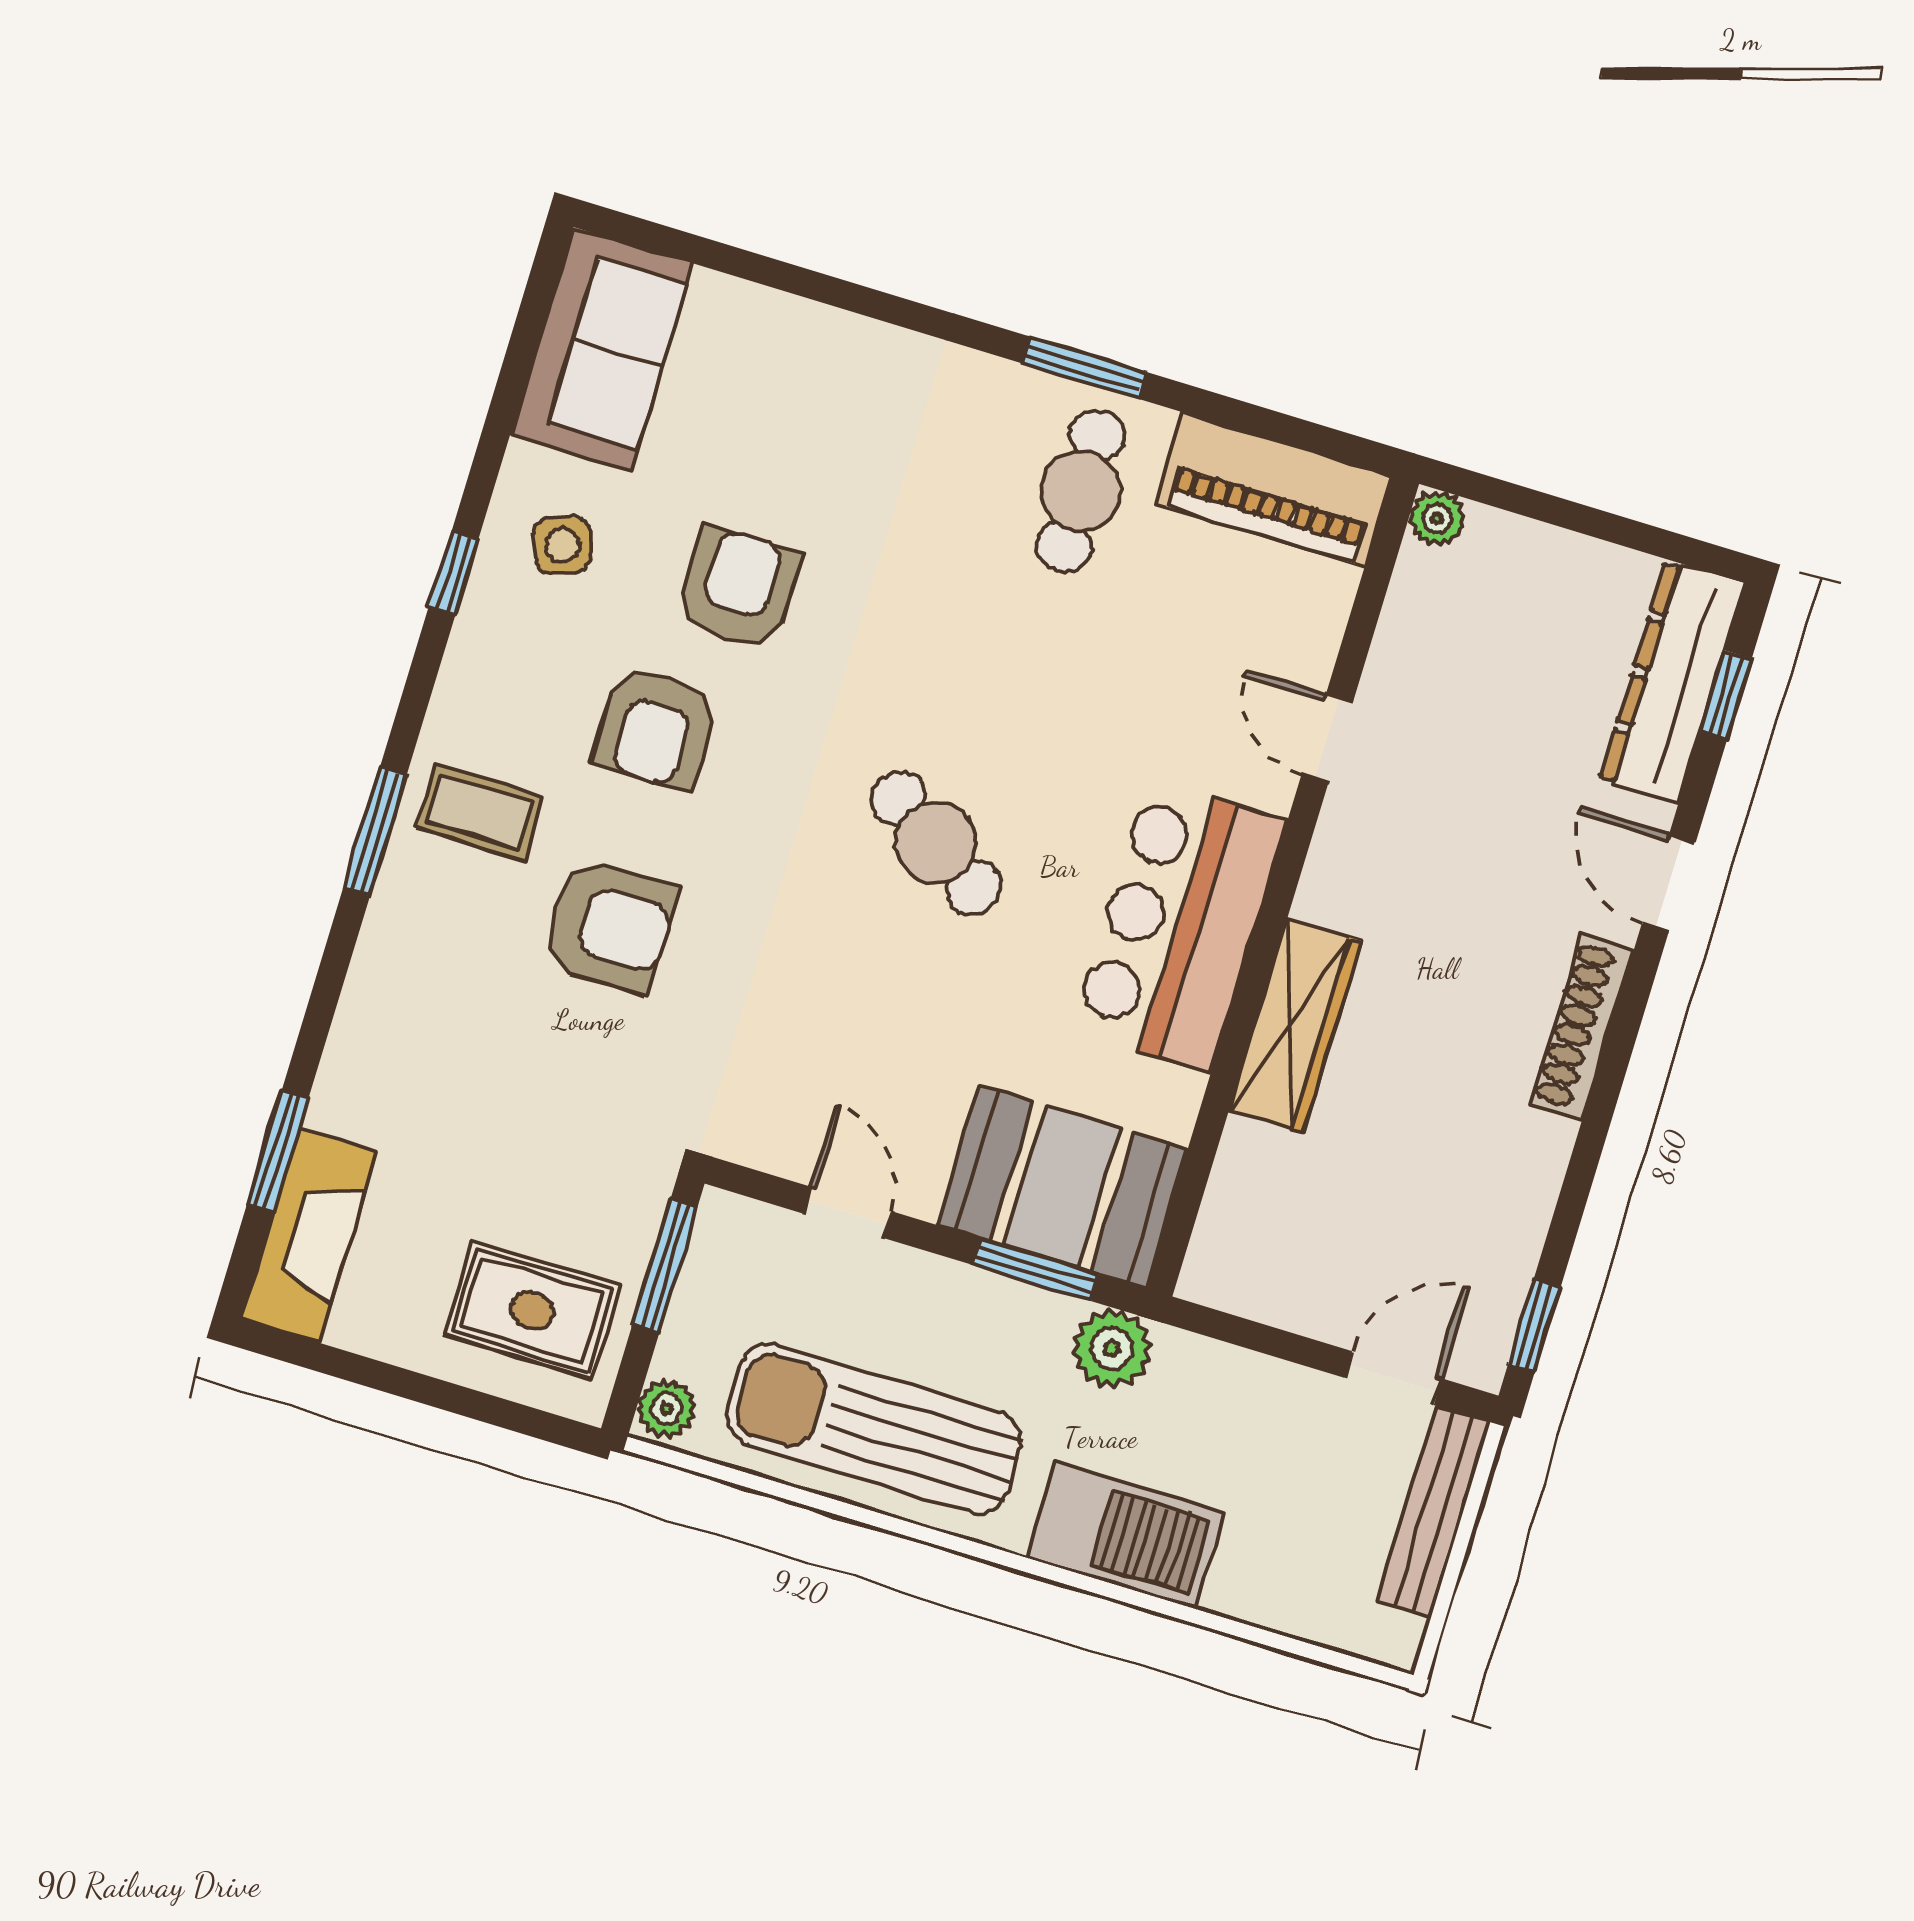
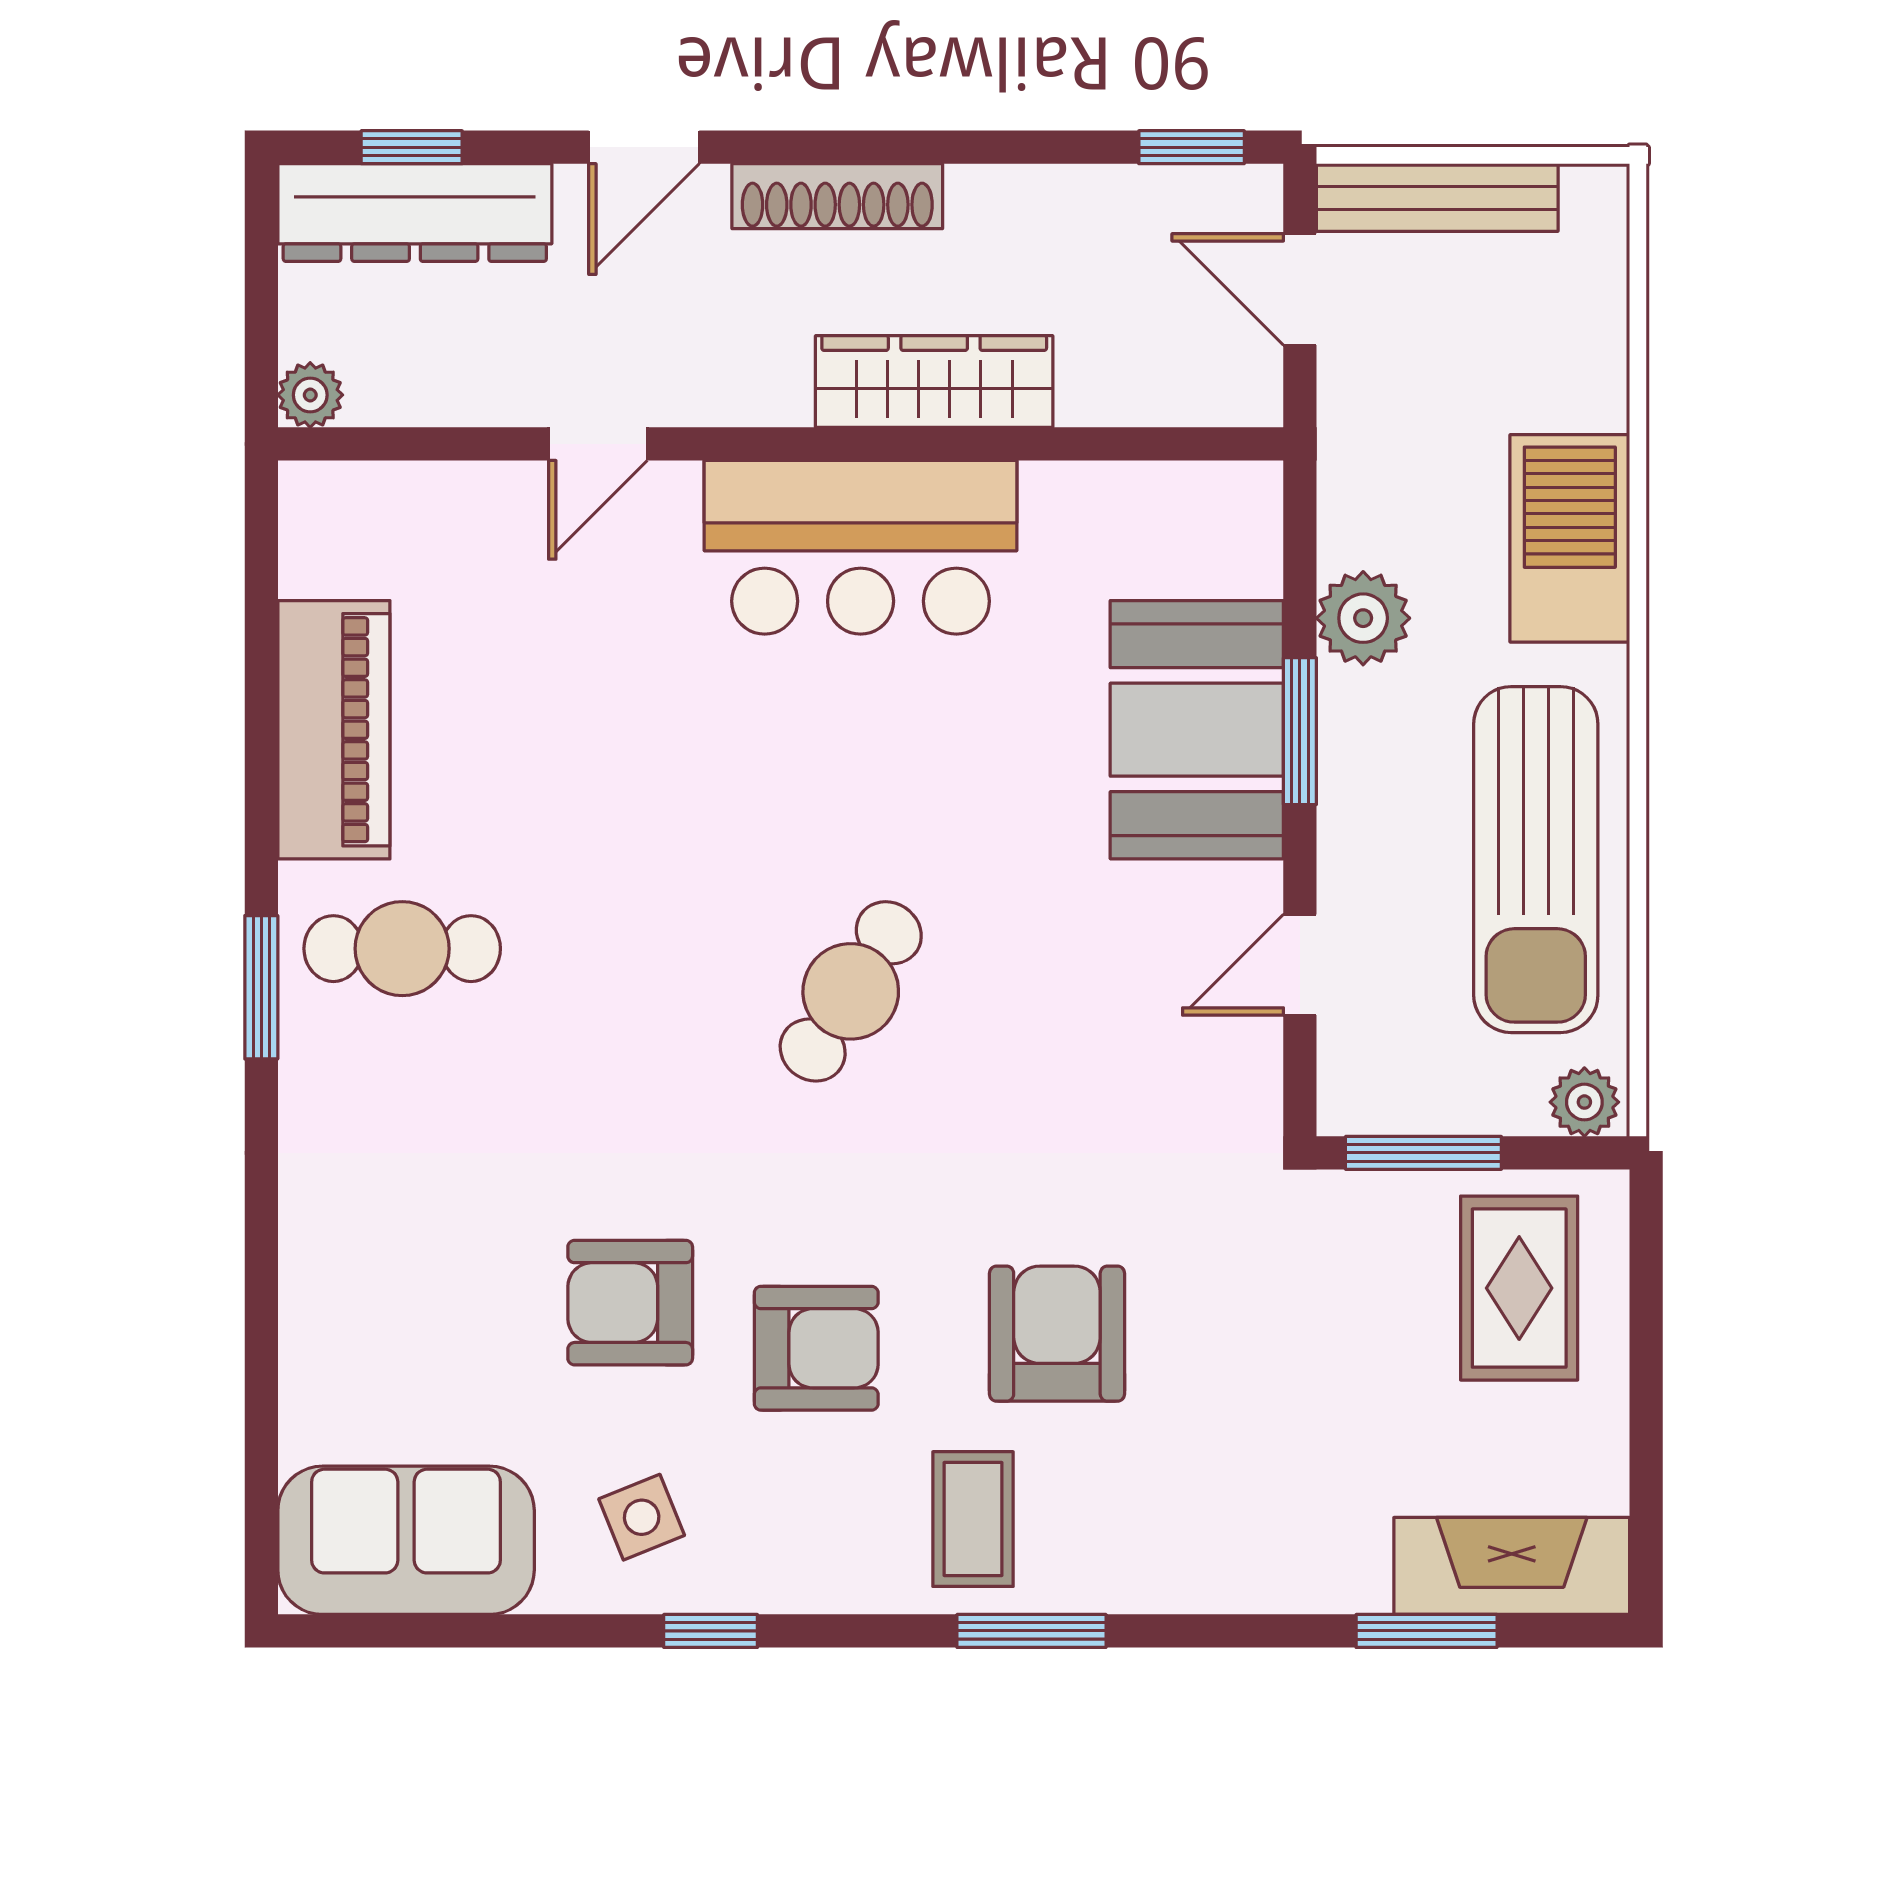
plant: (1437, 518) -> (310, 395), moved
door: (1327, 739) -> (598, 444), moved
wall: (1282, 886) -> (781, 444), moved
bar counter: (1179, 925) -> (861, 547), moved
wardrobe: (1295, 1026) -> (934, 382), moved

